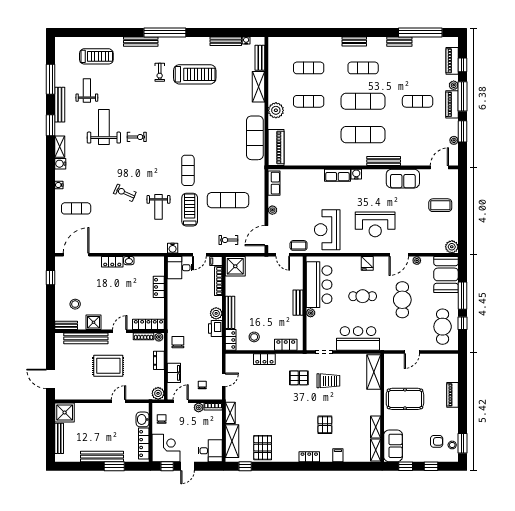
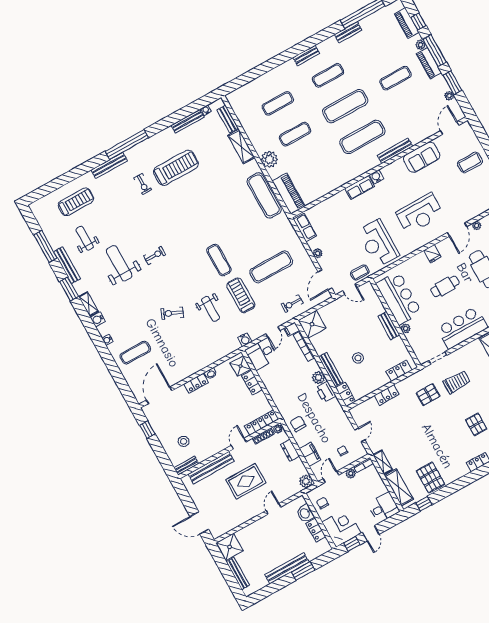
shower: (94, 322) -> (240, 366), moved
stool: (254, 337) -> (358, 358), moved
locker: (144, 444) -> (316, 530), width x0.66

